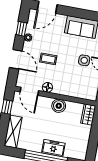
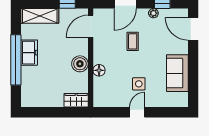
floor lamp: (47, 87) -> (99, 70), moved
freezer: (53, 148) -> (29, 53), moved

